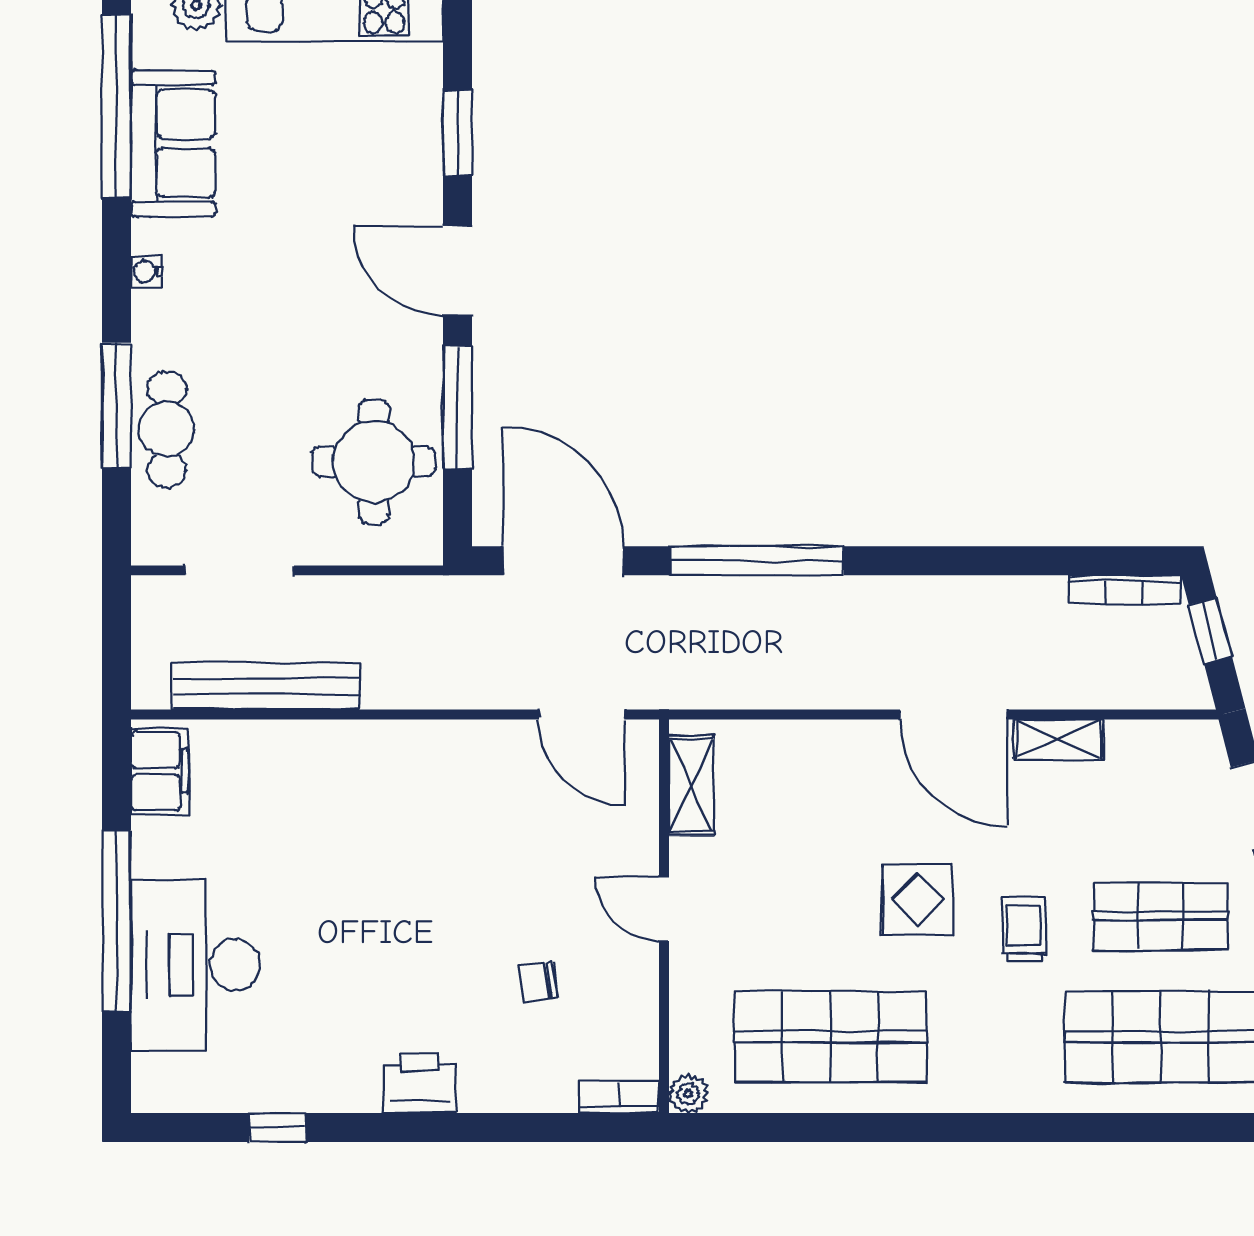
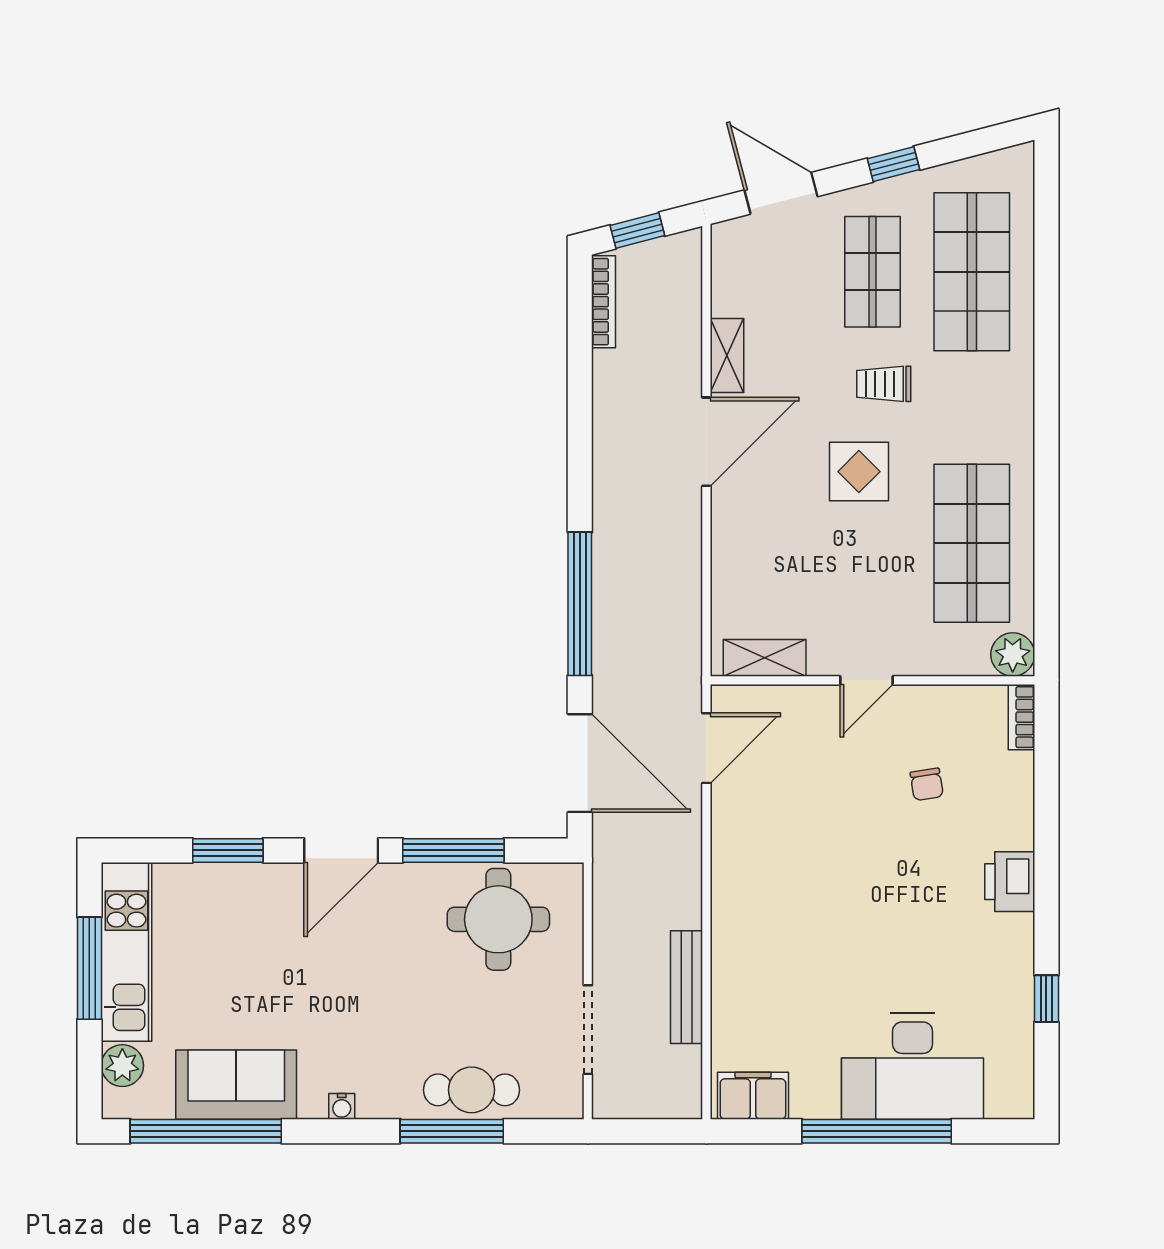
door: (564, 561) -> (580, 763), swing flipped
bench: (266, 686) -> (687, 987), width x0.73, depth x0.82
plant: (688, 1094) -> (1013, 655), width x1.38, depth x1.38

